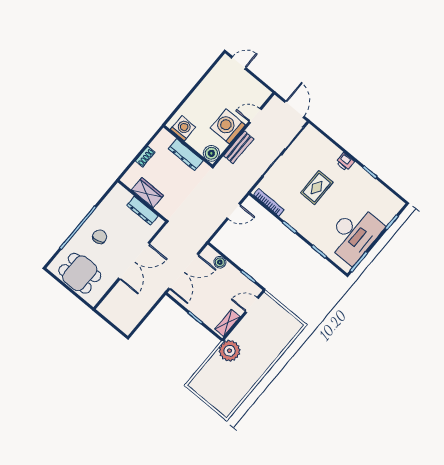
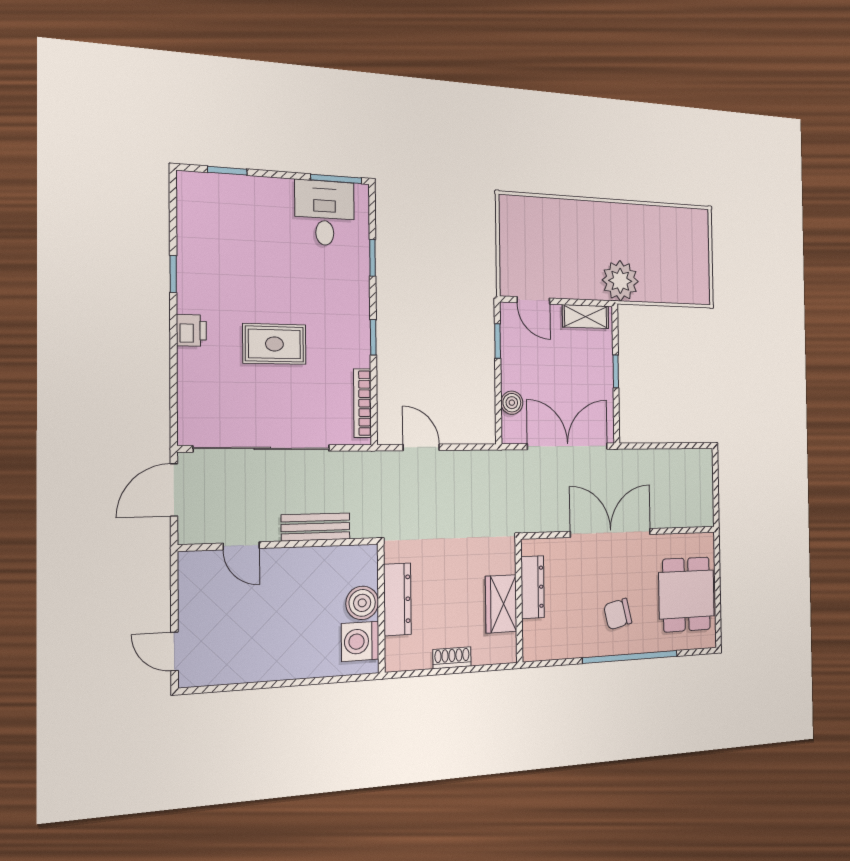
washing machine: (228, 126) -> (297, 574), removed
boiler: (211, 153) -> (362, 603), moved
desk: (354, 234) -> (325, 213), width x0.53, depth x0.77

